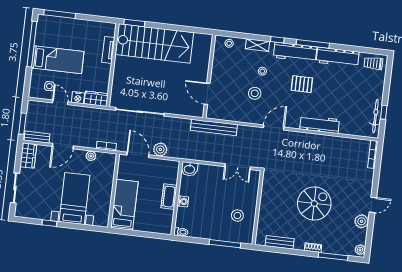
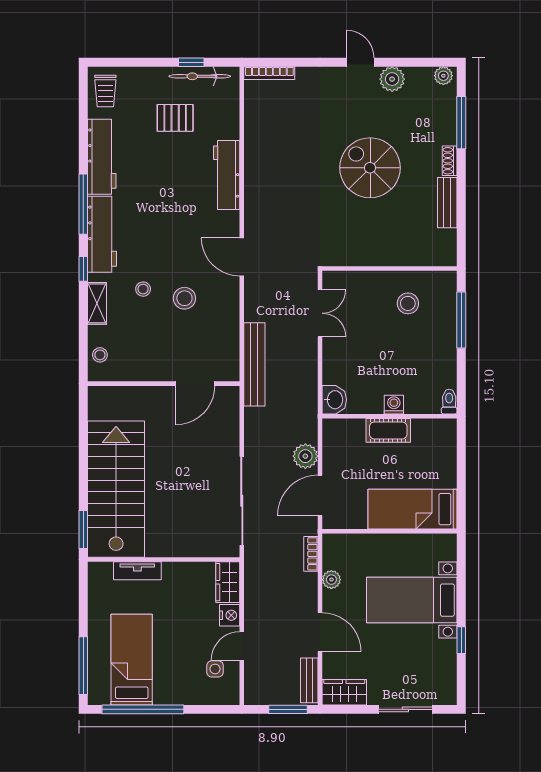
bed: (58, 60) -> (132, 660), moved
pallet: (302, 84) -> (175, 118), moved, turned 90
bench: (280, 242) -> (447, 203), moved

